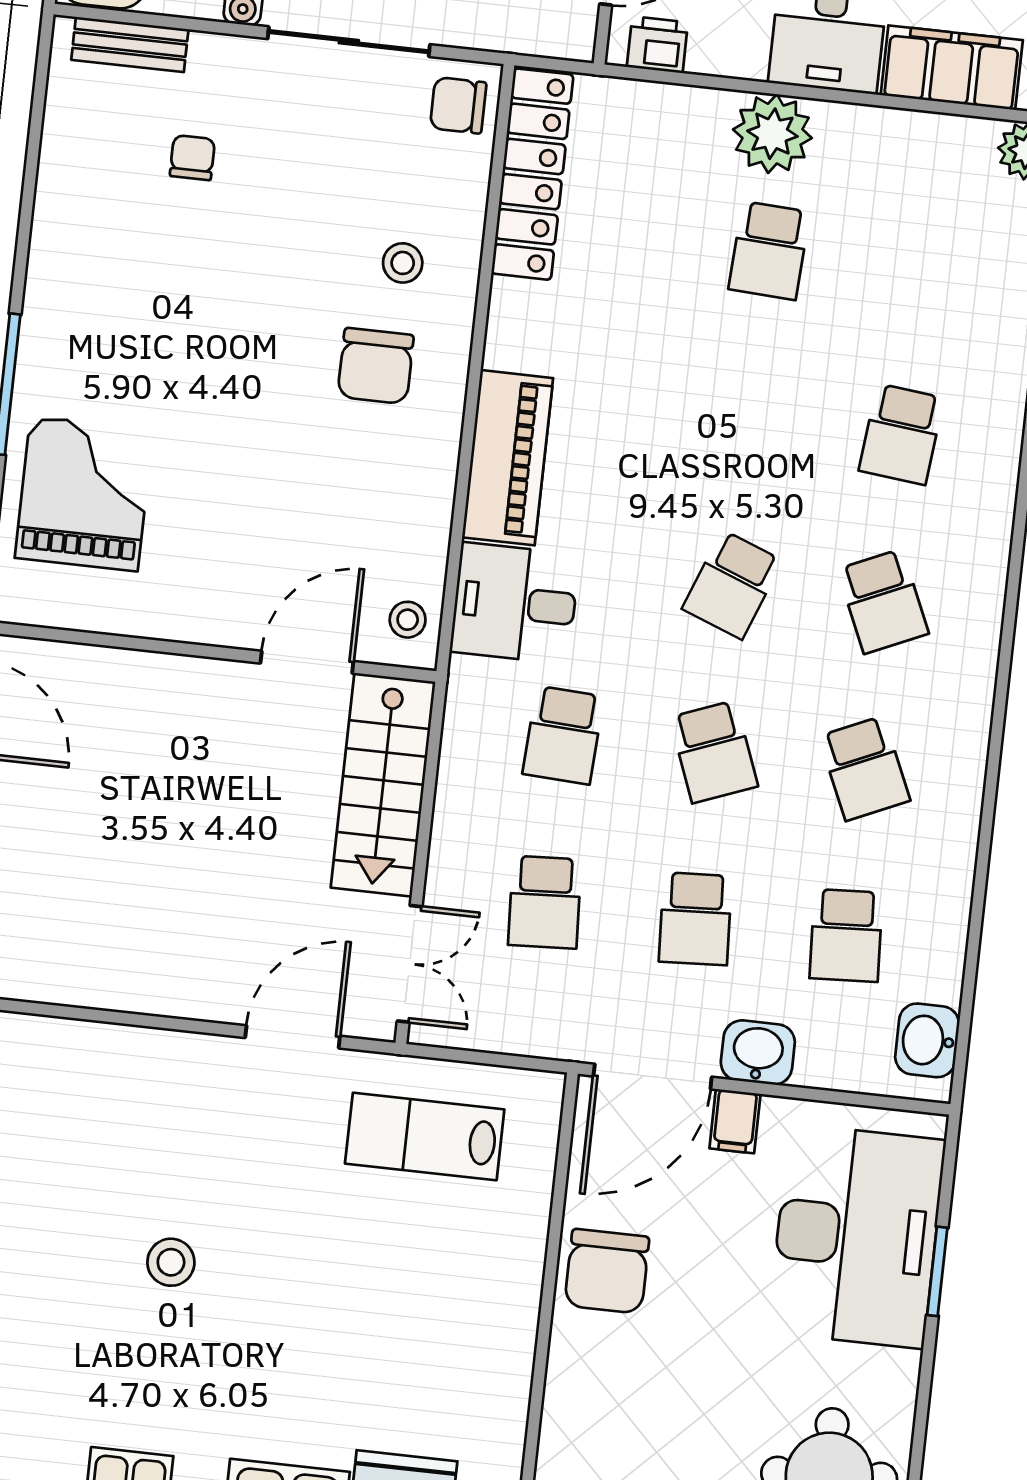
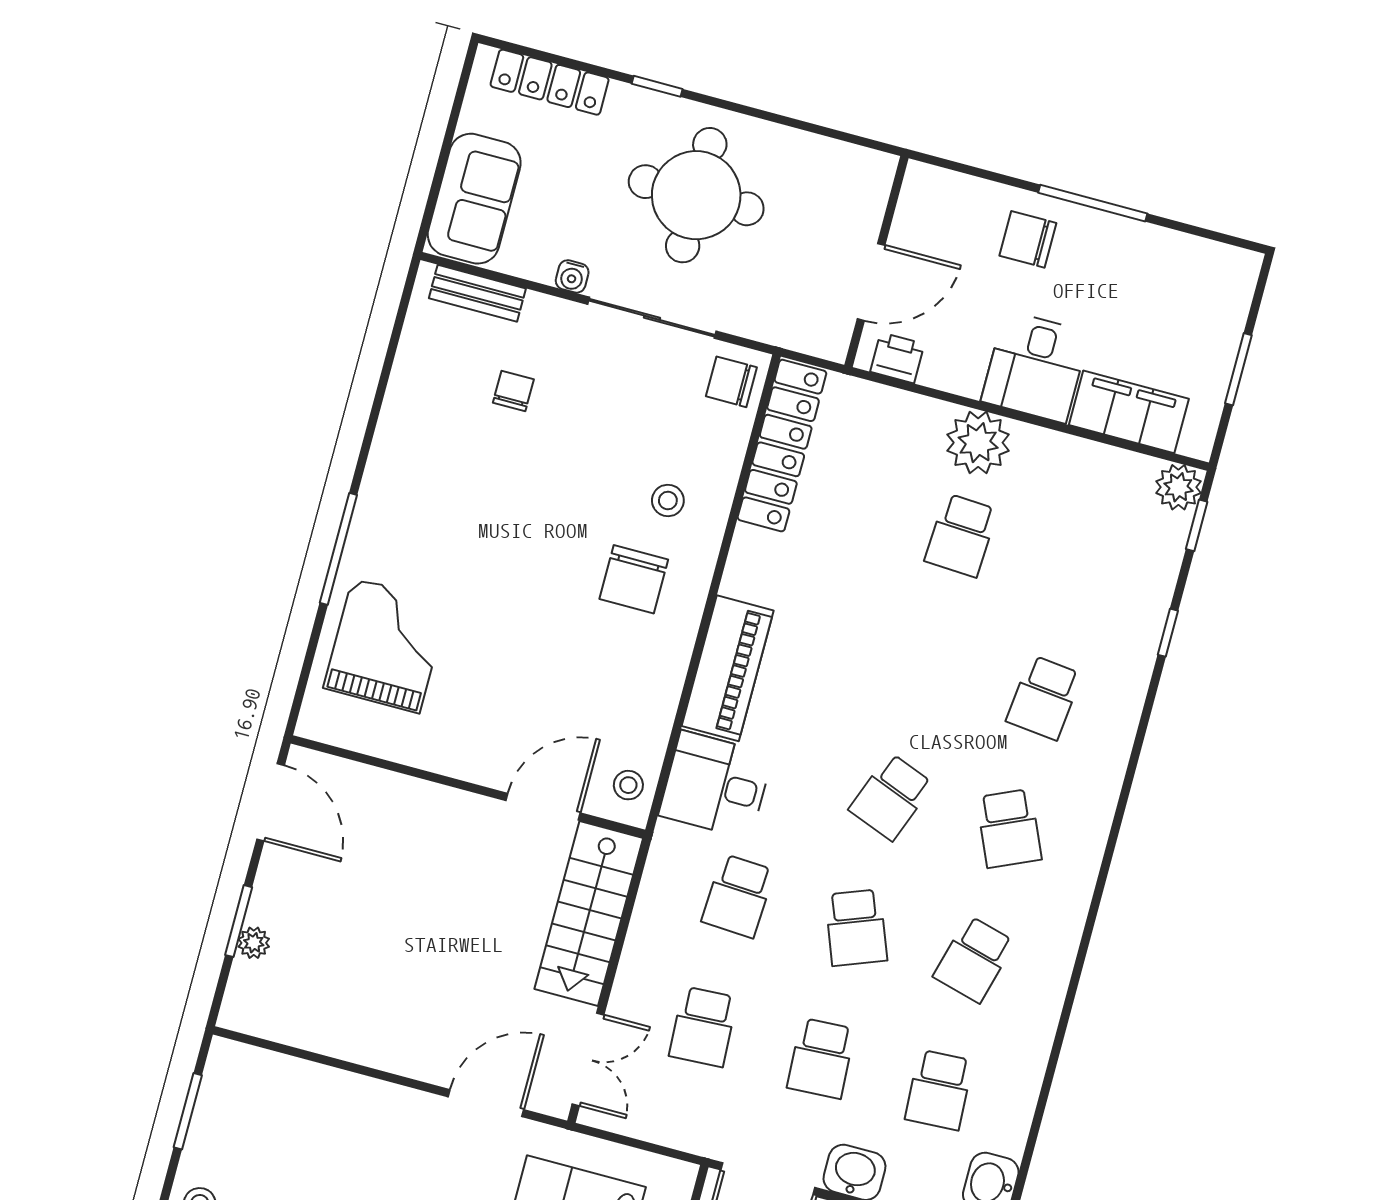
school desk: (865, 768) -> (974, 959), turned 39

